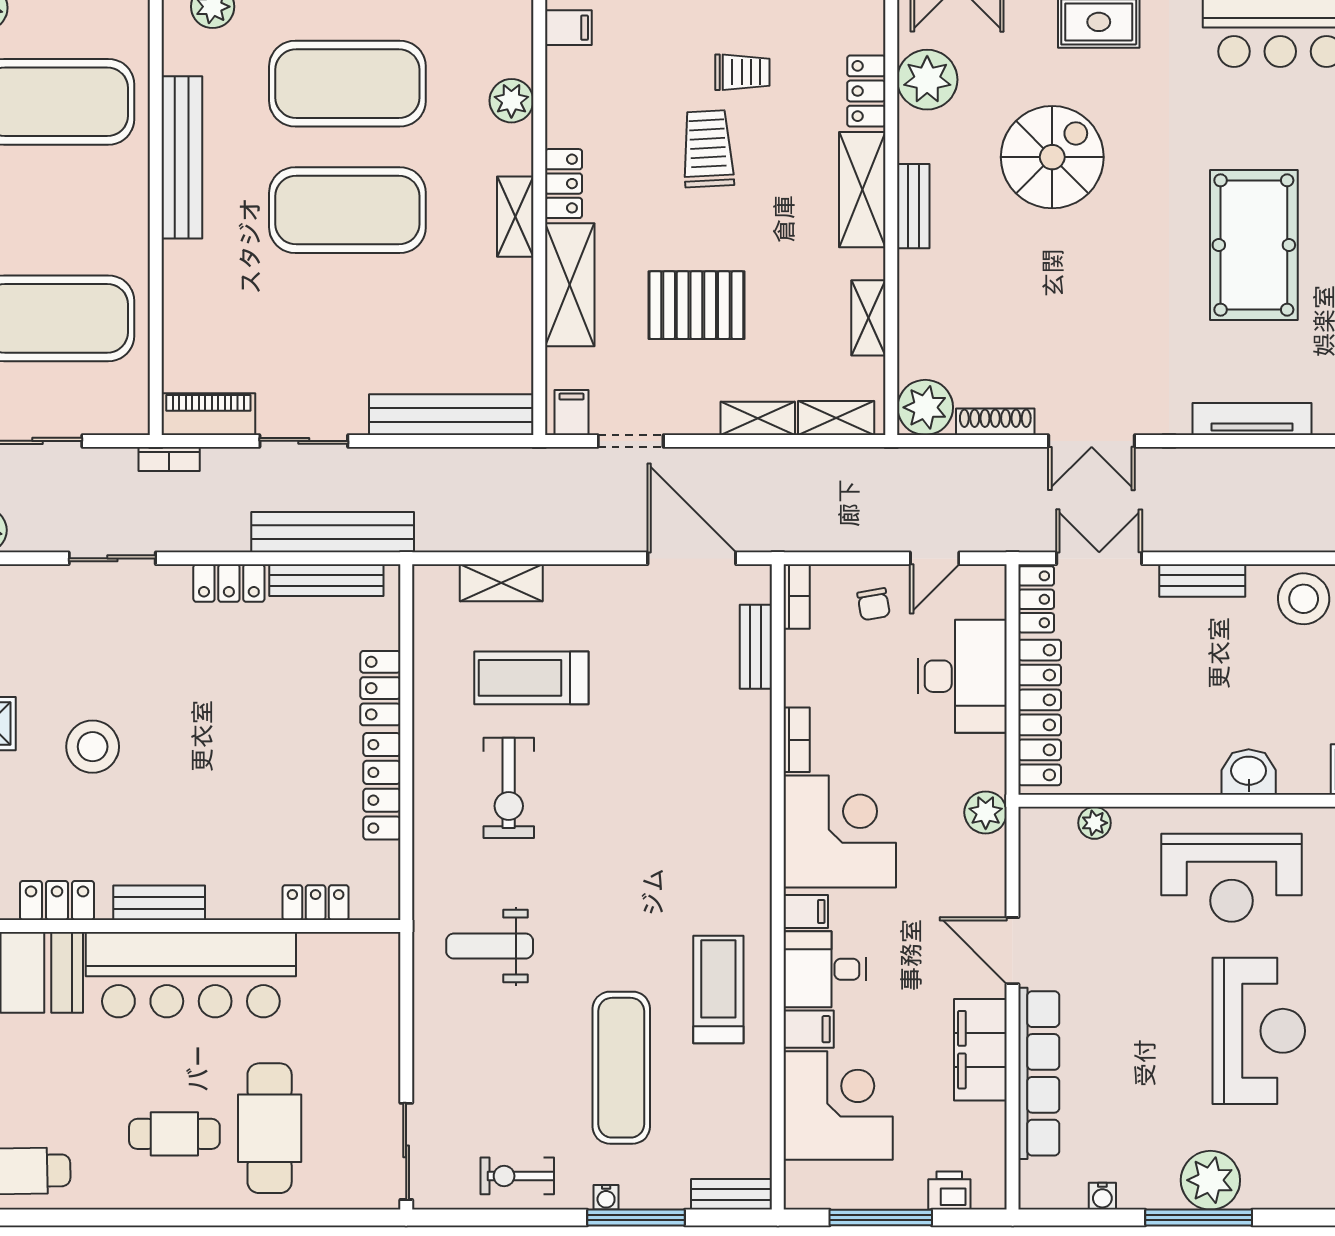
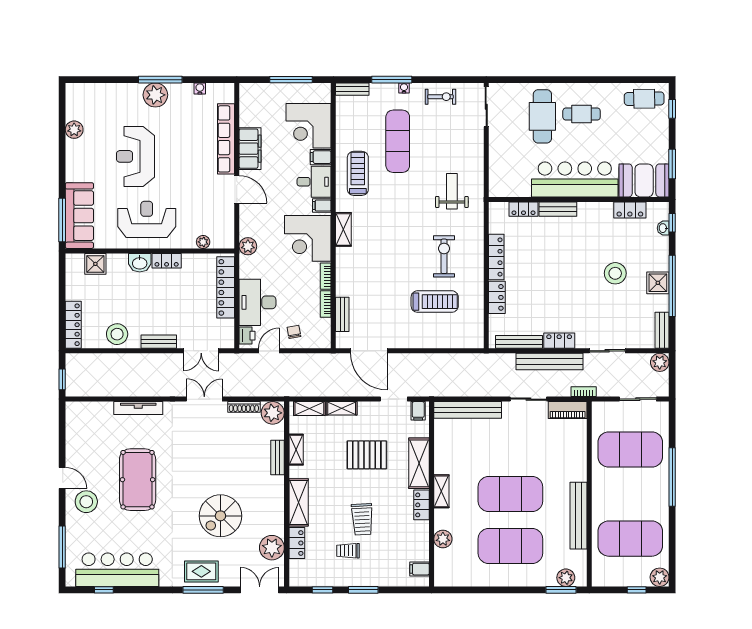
bench: (913, 206) -> (278, 457), moved
bench: (333, 532) -> (550, 362), moved
shelving: (501, 583) -> (343, 229), moved, turned 90
bookcase: (797, 596) -> (326, 304), moved
locker: (1036, 599) -> (167, 261), moved, turned -90
bench: (159, 903) -> (558, 209), moved
weight bench: (490, 946) -> (452, 191), turned -90
treadmill: (718, 990) -> (358, 173), turned 180
printer: (949, 1191) -> (247, 336), moved, turned -90

